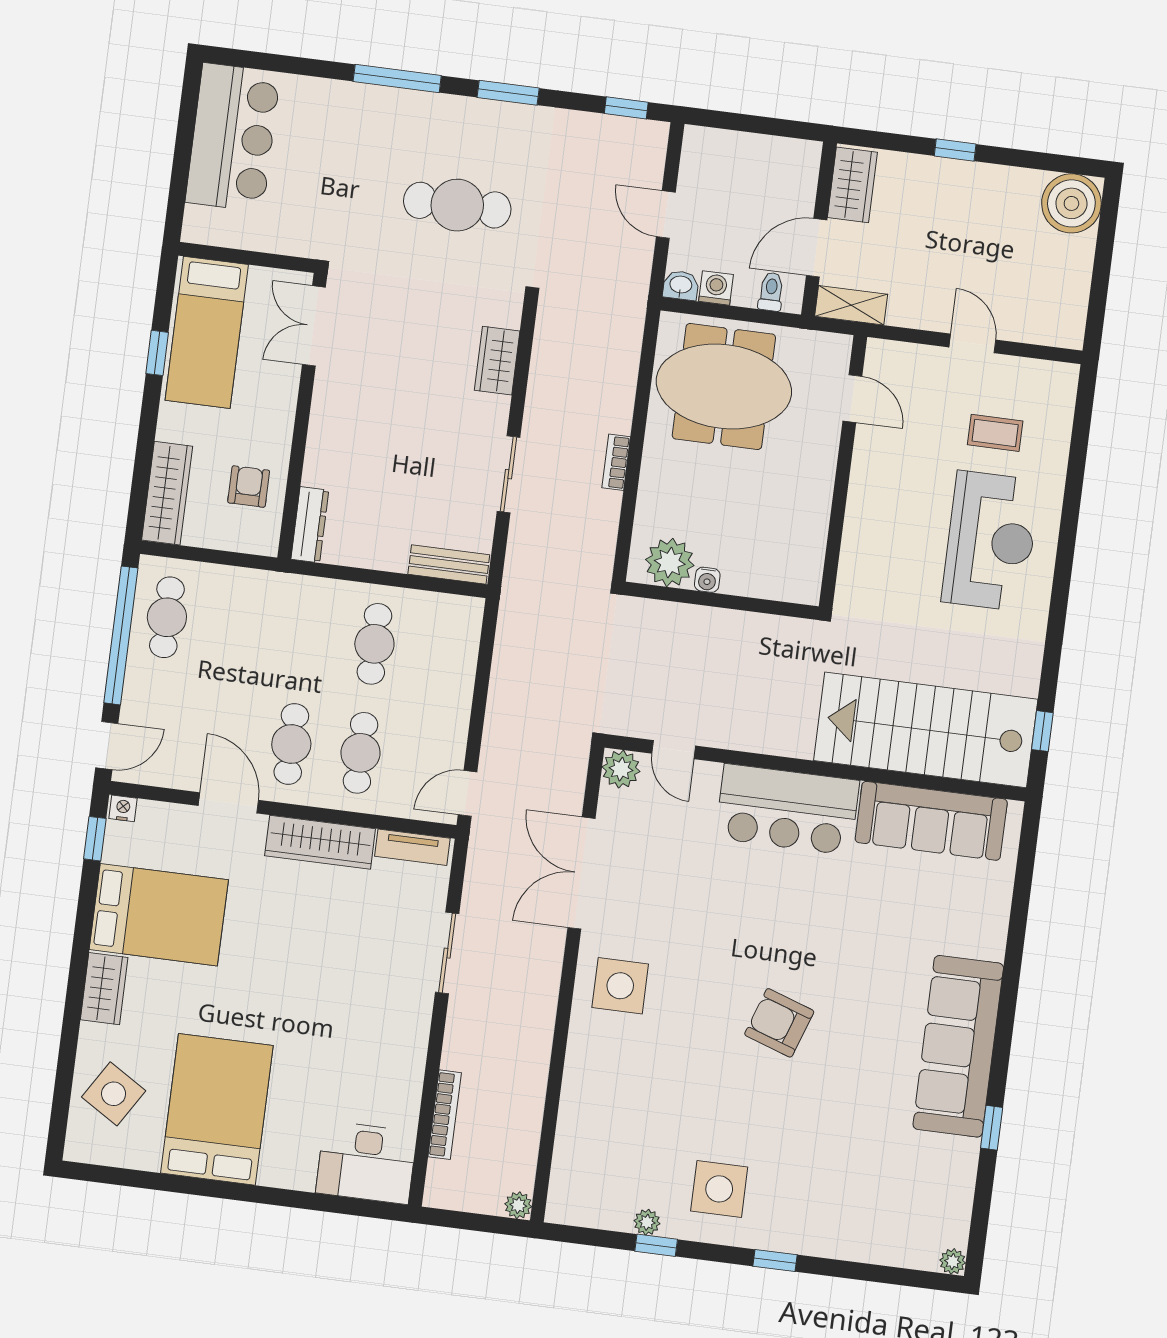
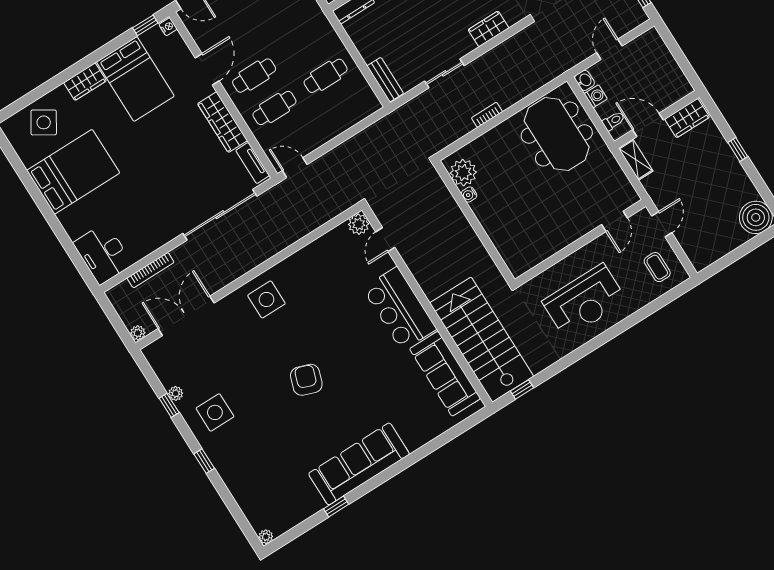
door: (852, 399) -> (615, 221), moved
coffee table: (995, 433) -> (657, 267), moved
wall: (843, 472) -> (580, 243), moved
double door: (581, 873) -> (186, 316), moved
sliding door: (447, 953) -> (220, 215), width x1.86

